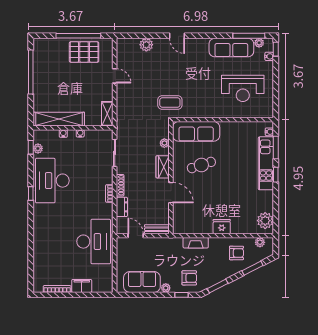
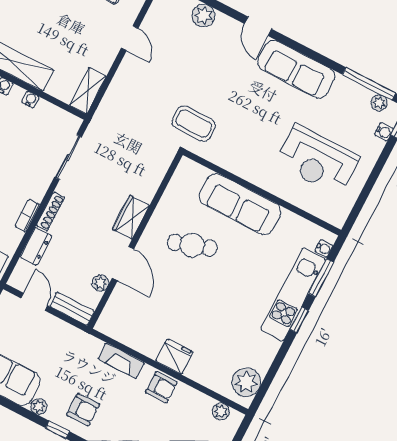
sofa: (231, 48) -> (296, 69), moved
sofa: (196, 131) -> (240, 204), moved
plant: (164, 143) -> (100, 283), moved
armchair: (236, 253) -> (161, 387), moved

